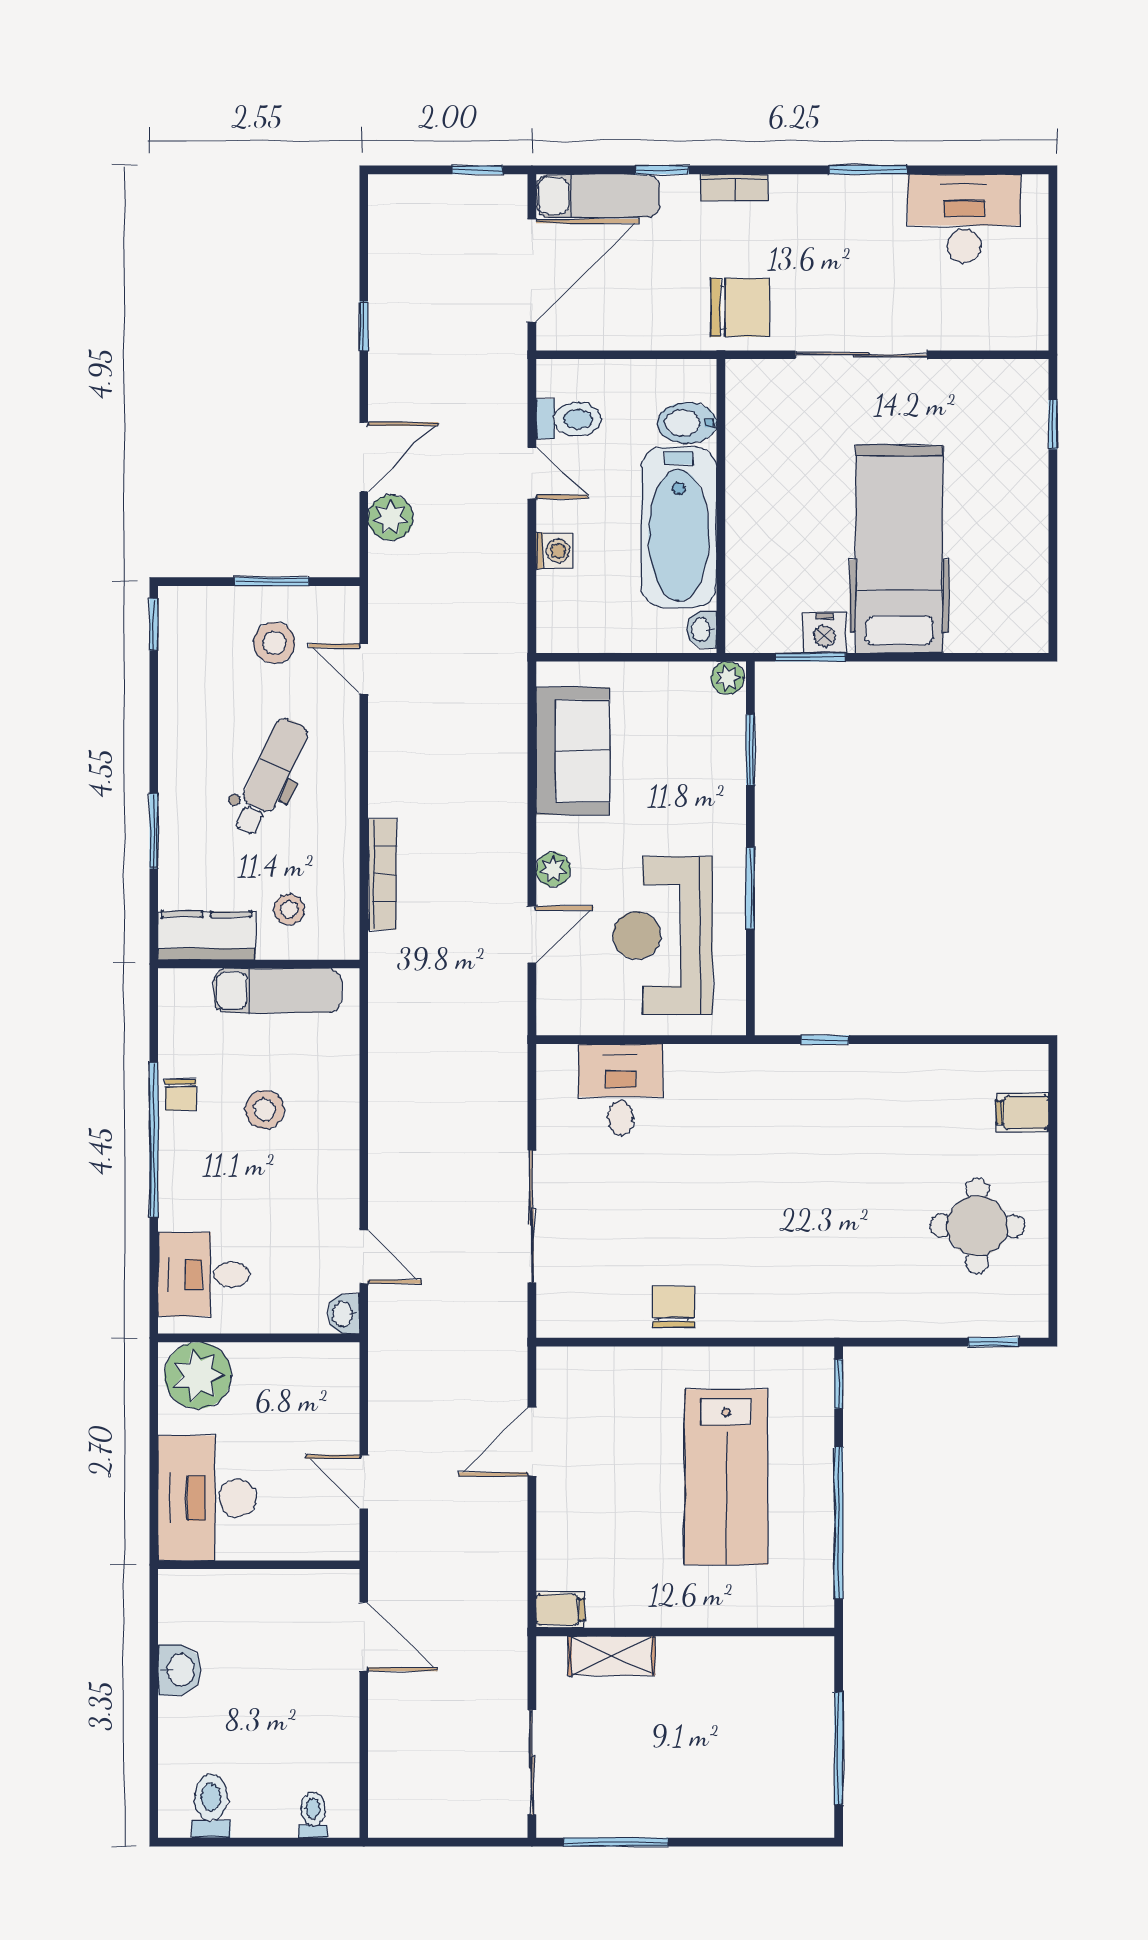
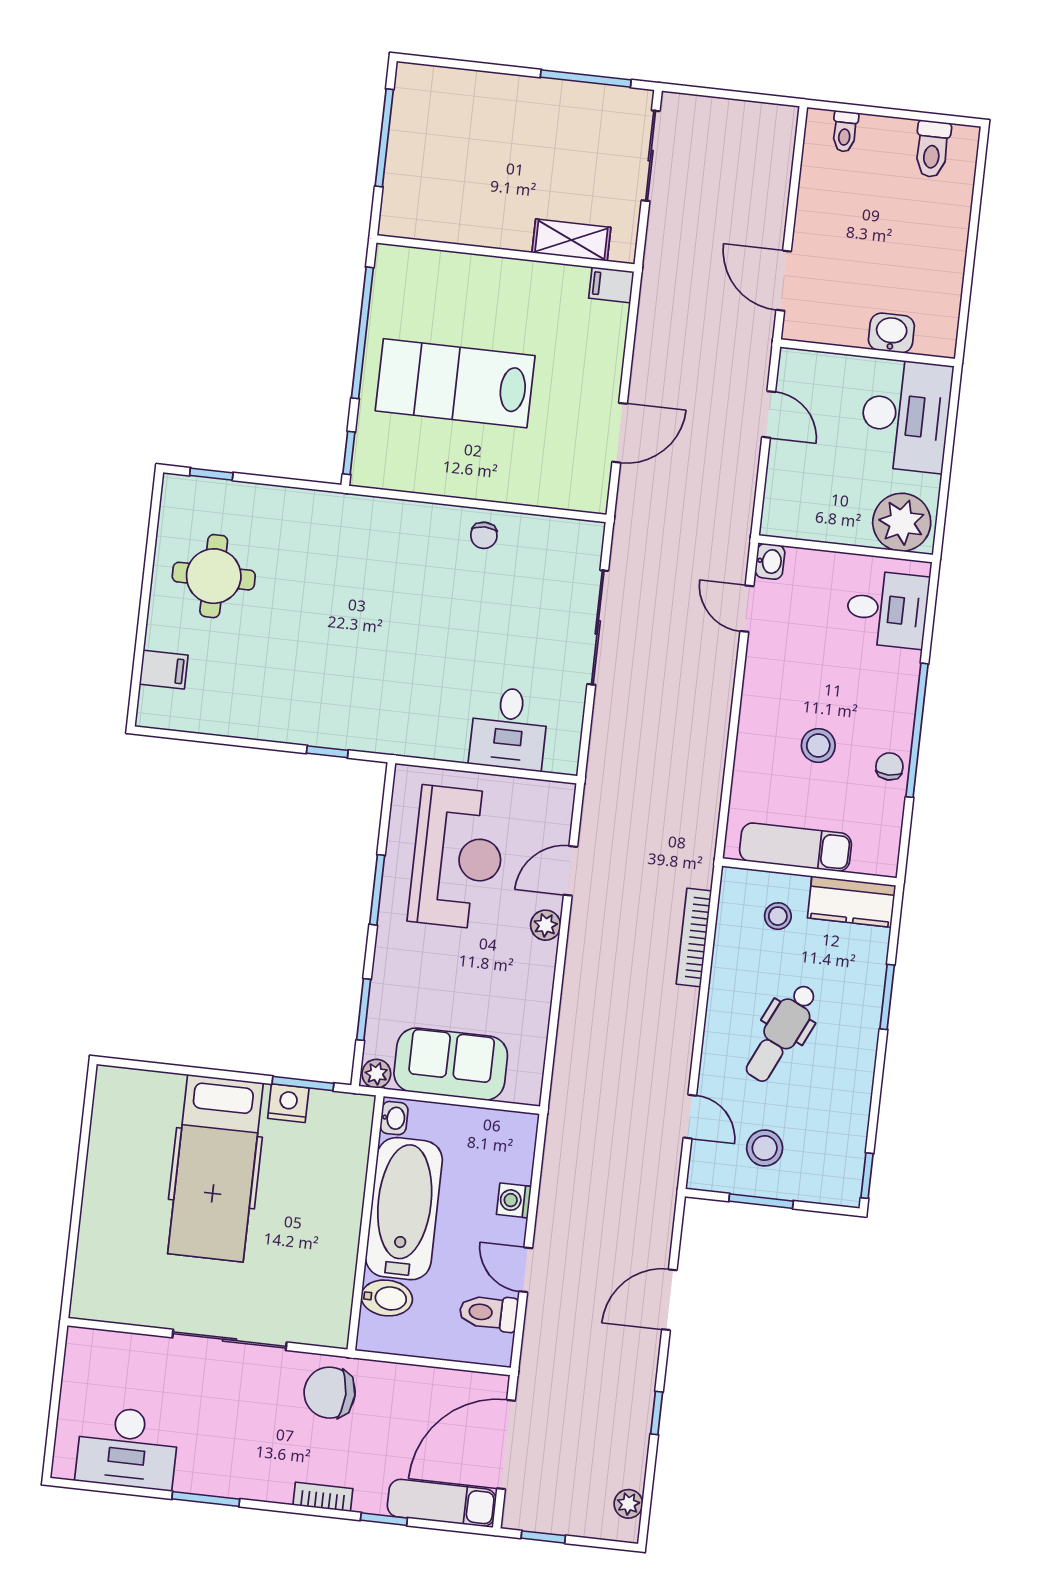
window: (1053, 425) -> (71, 1261), removed
plant: (391, 518) -> (628, 1504), moved, width x0.73, depth x0.73
sofa: (573, 751) -> (451, 1064), moved, turned 90
chair: (674, 1307) -> (484, 535), width x0.73, depth x0.73
lab bench: (726, 1477) -> (455, 383), turned -90
washbasin: (179, 1670) -> (891, 333), moved, turned 90

